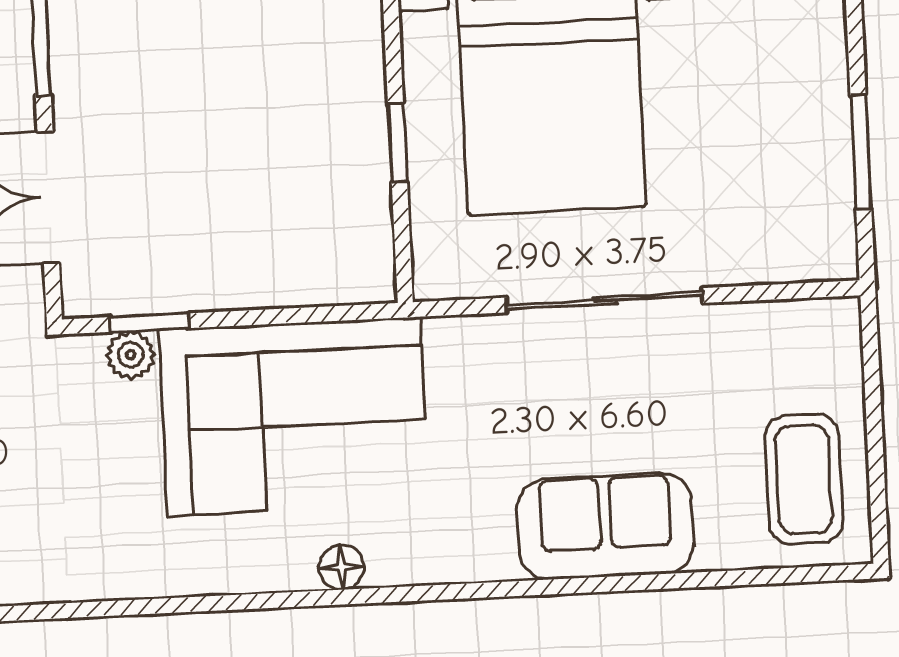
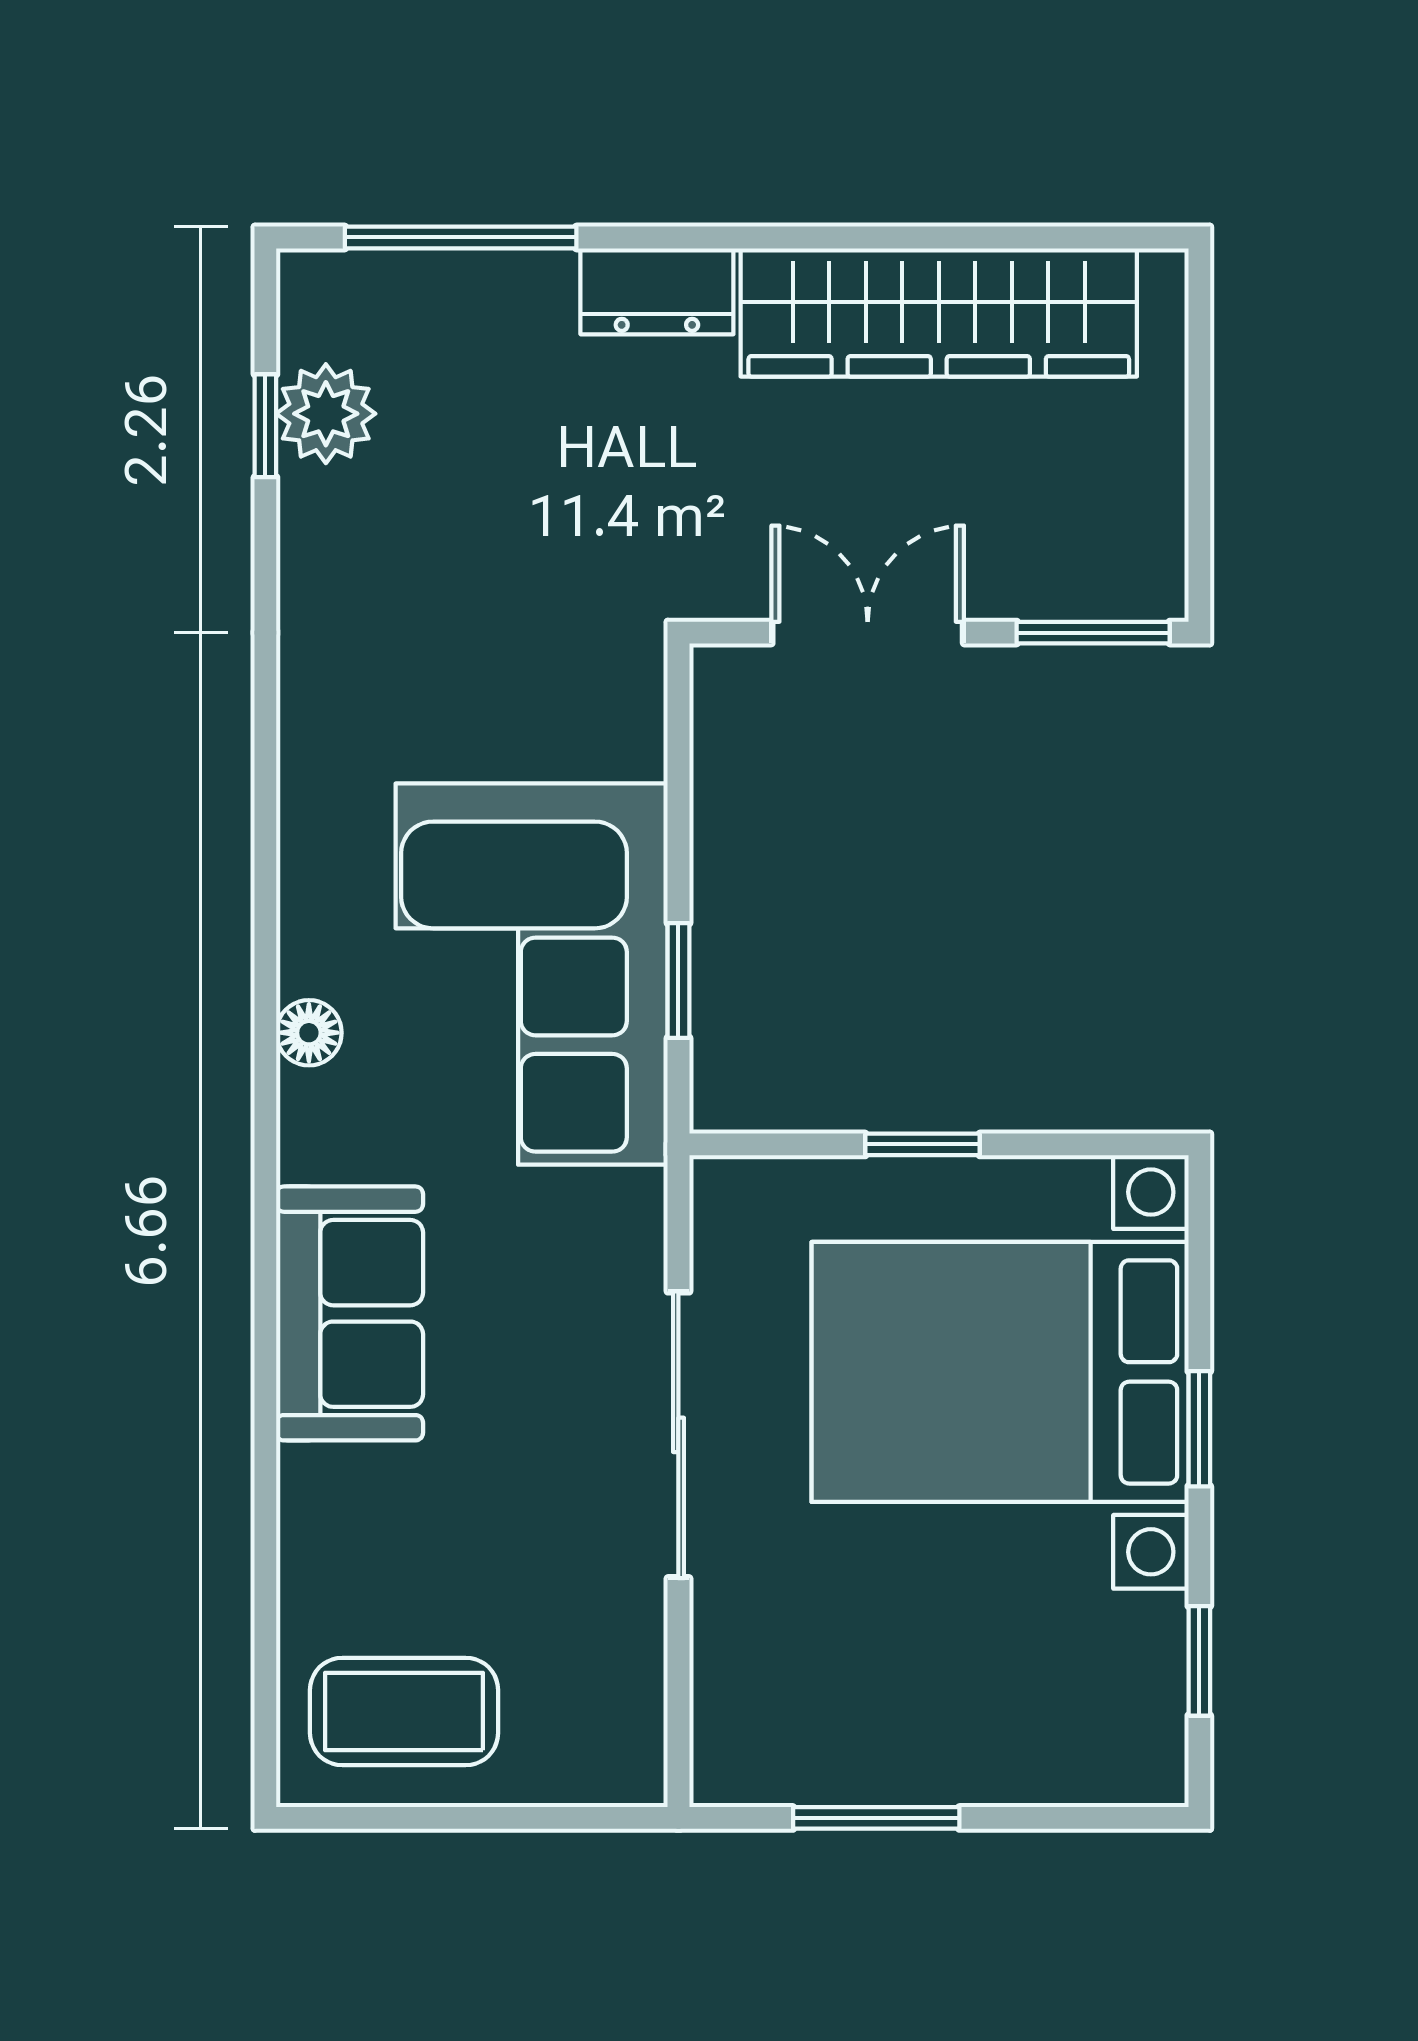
window: (149, 323) -> (678, 981), moved
plant: (131, 355) -> (633, 741), removed
sofa: (606, 526) -> (350, 1313), moved

